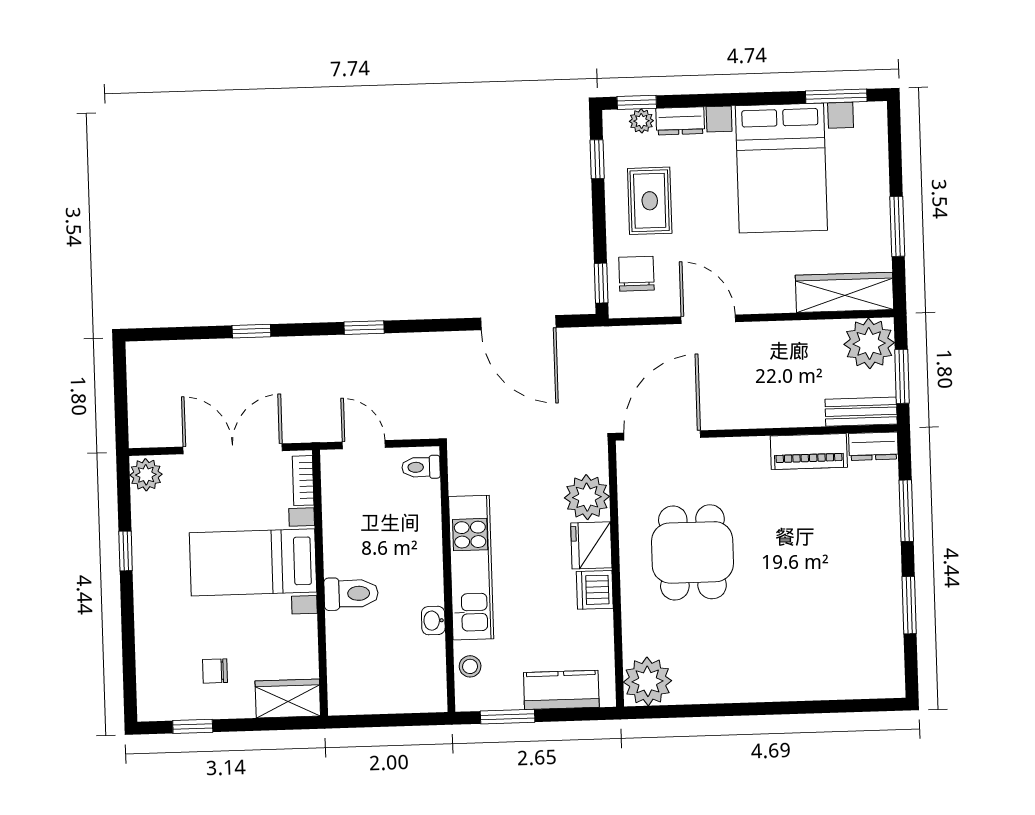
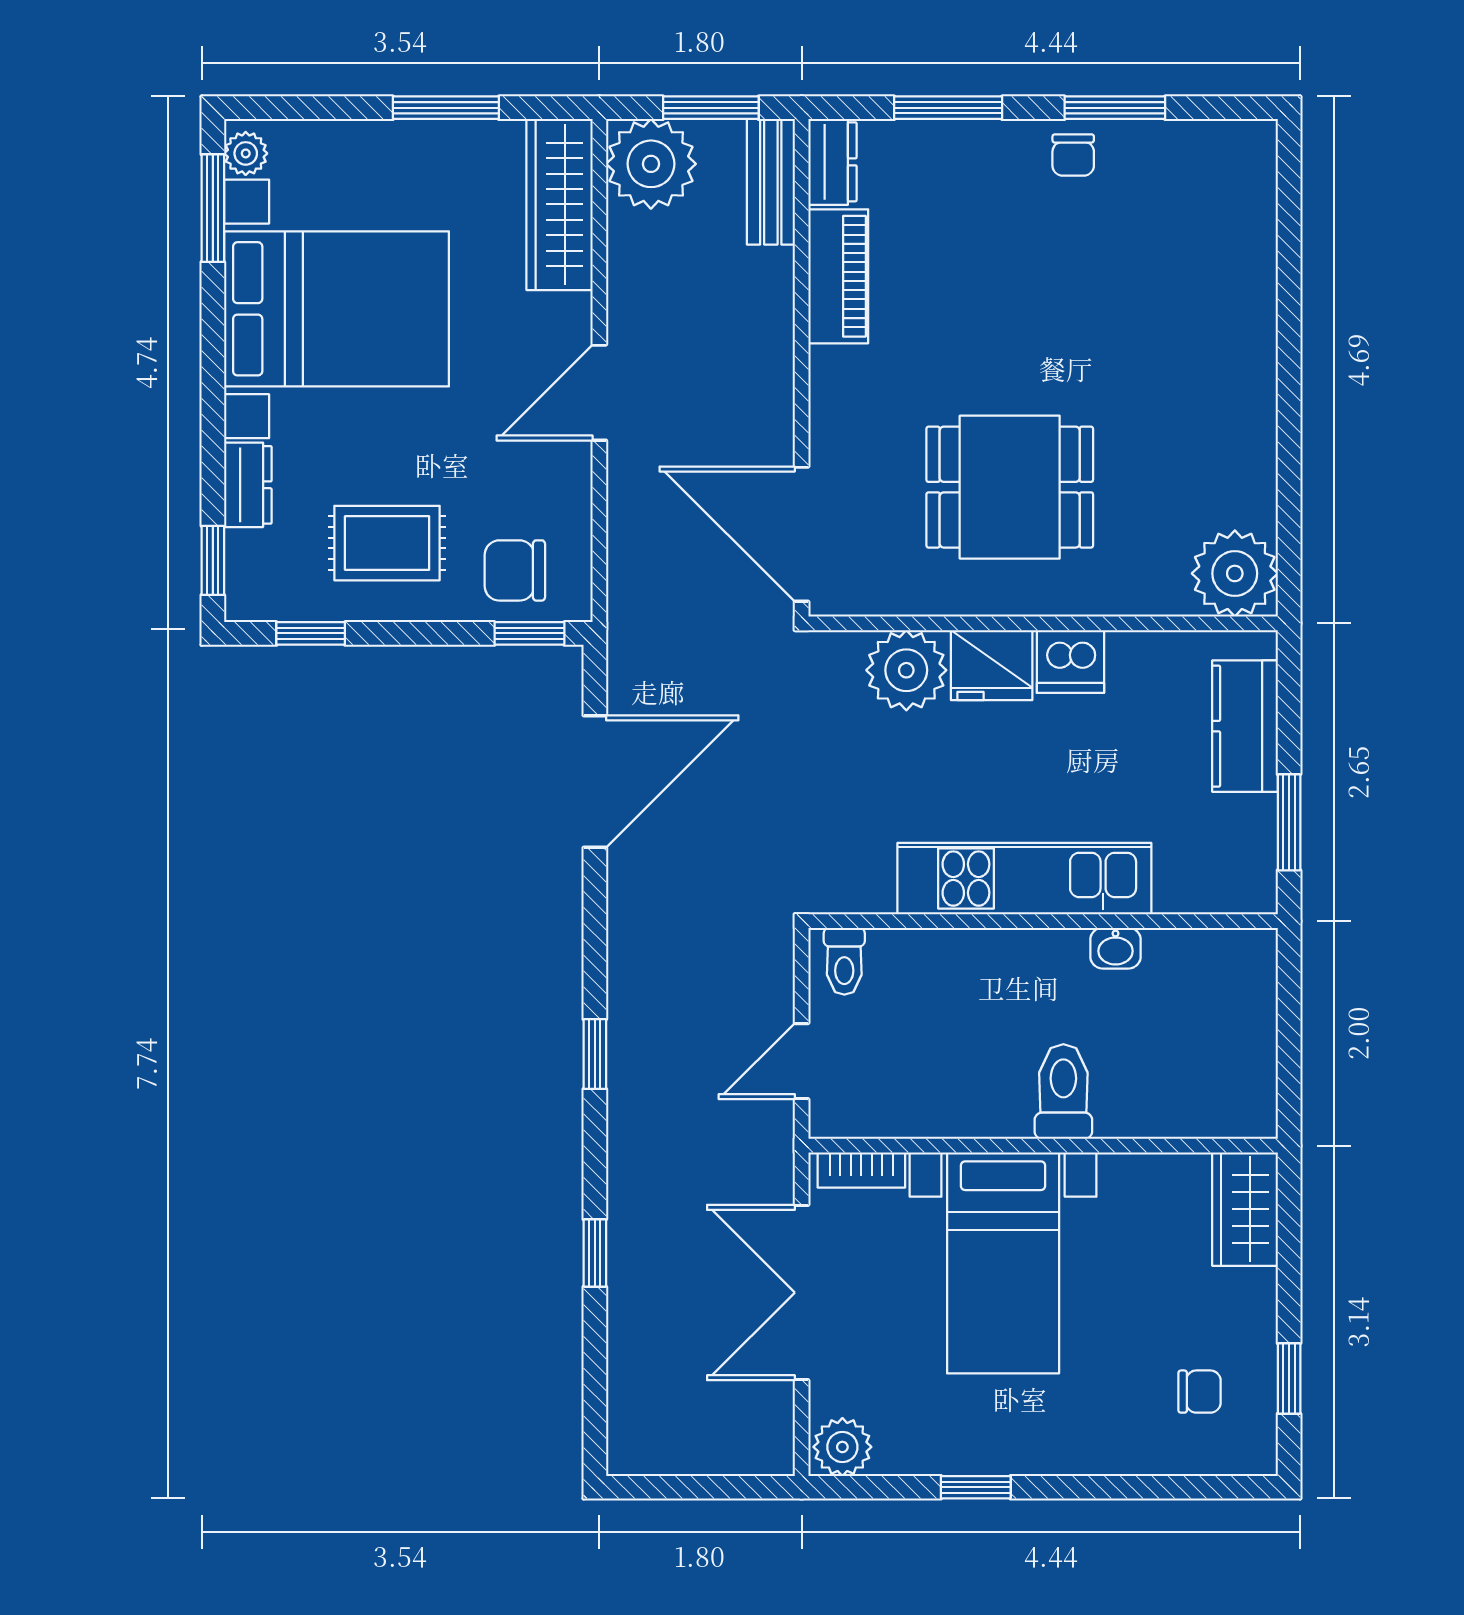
plant: (641, 121) -> (246, 153), moved
door: (708, 319) -> (599, 393), moved
chair: (882, 582) -> (1073, 155), added
stool: (470, 666) -> (1199, 886), removed
chair: (215, 671) -> (1200, 1392), moved, turned -90

